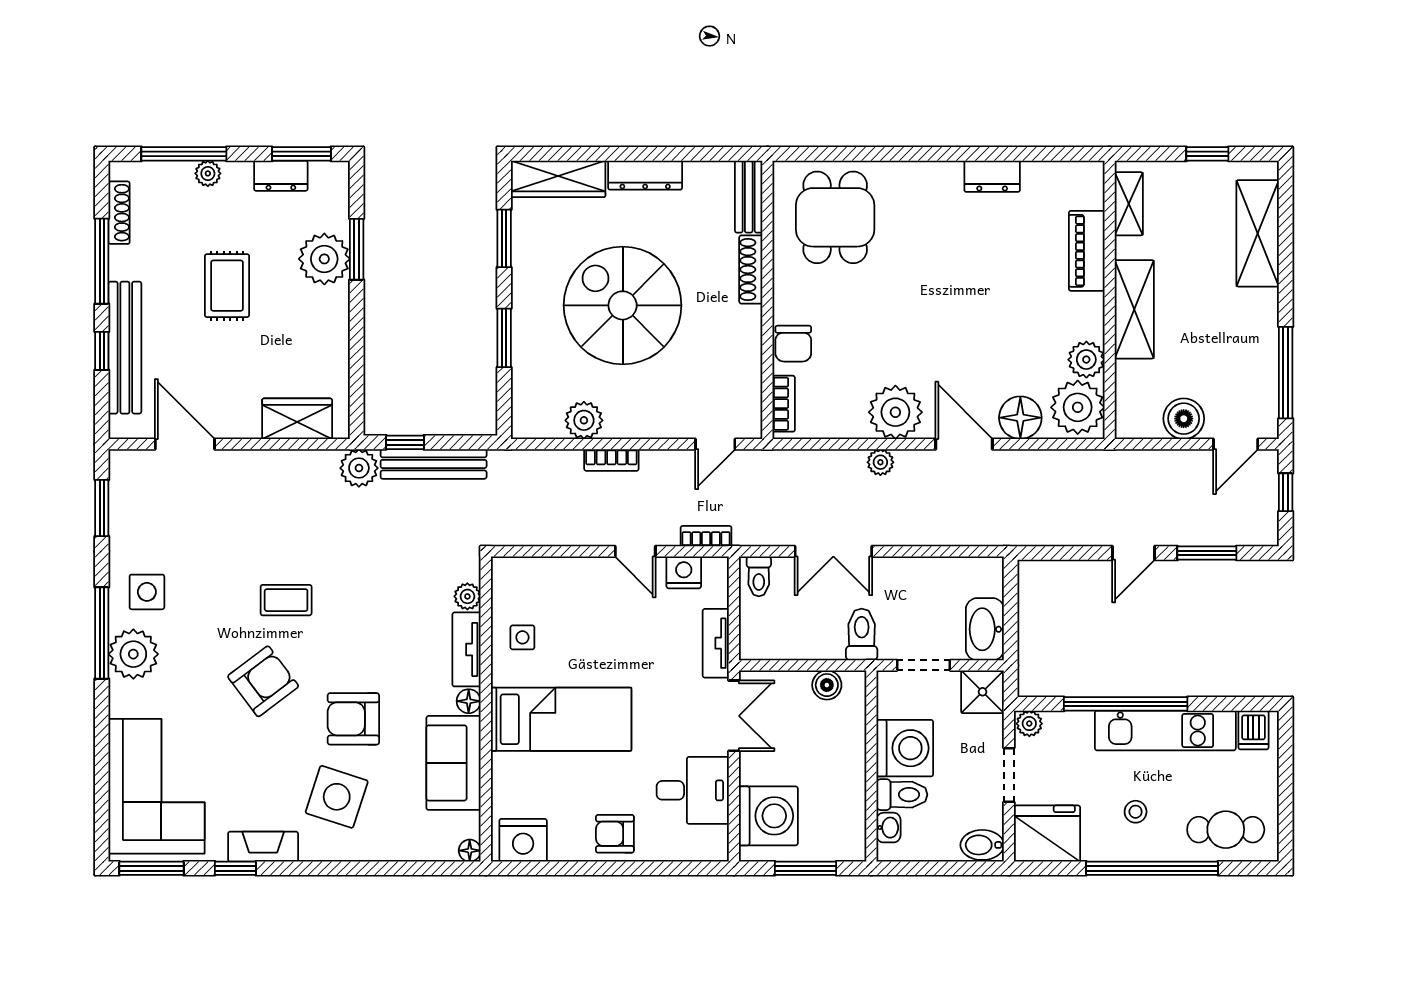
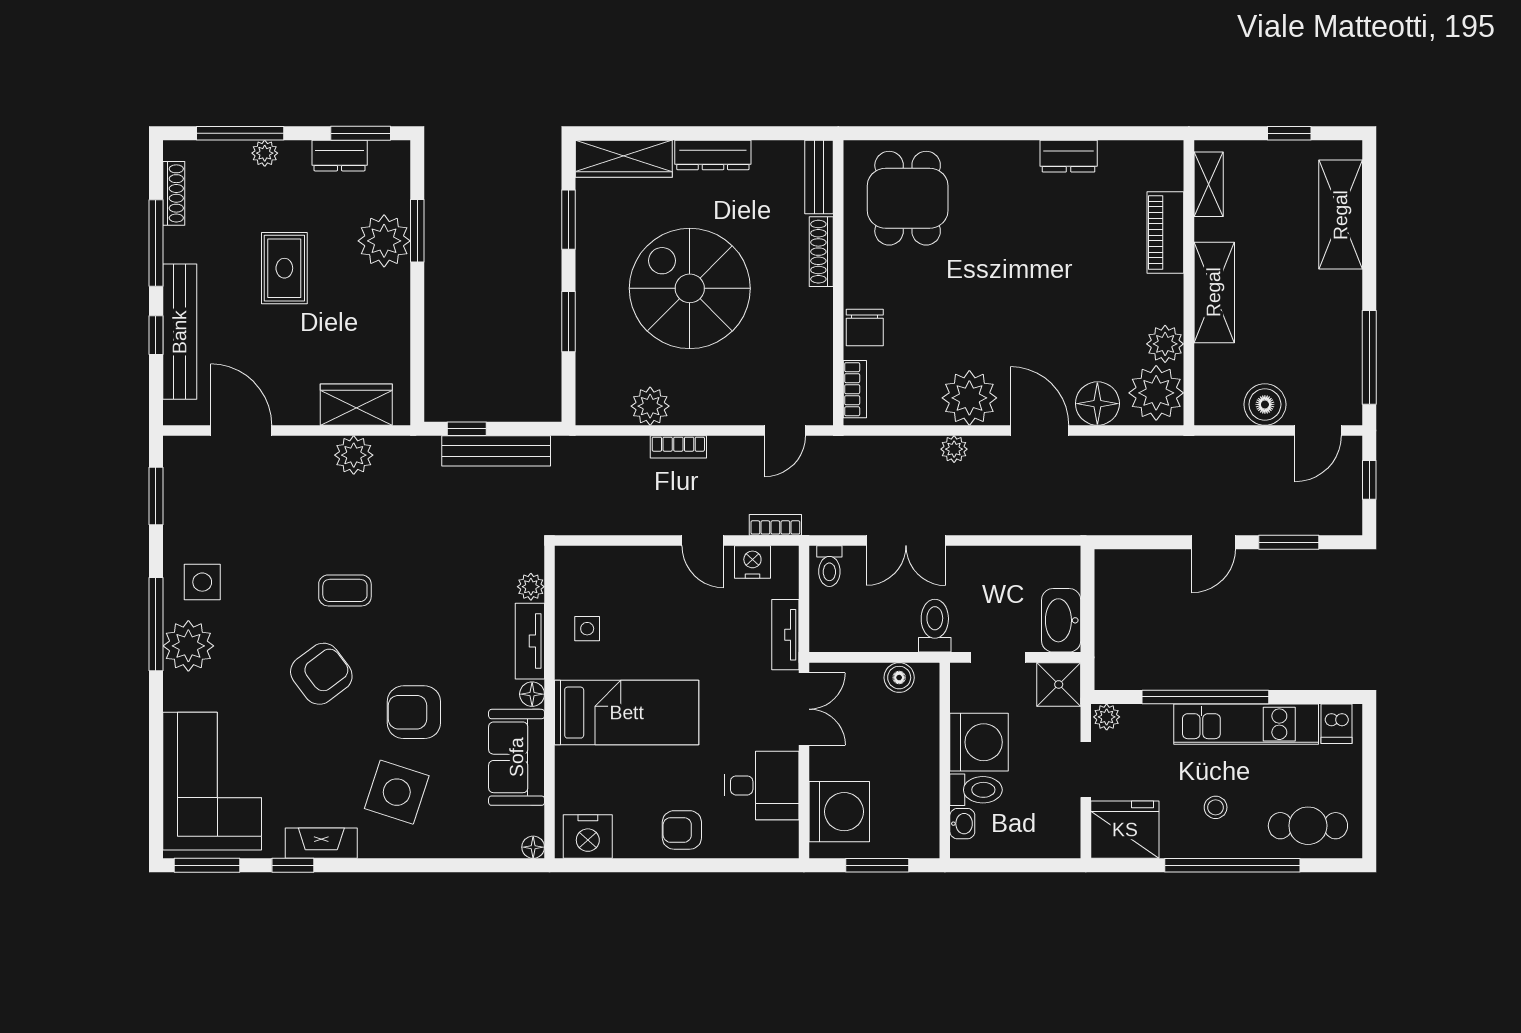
plant: (359, 468) -> (354, 455), moved
bidet: (982, 845) -> (1058, 841), removed

